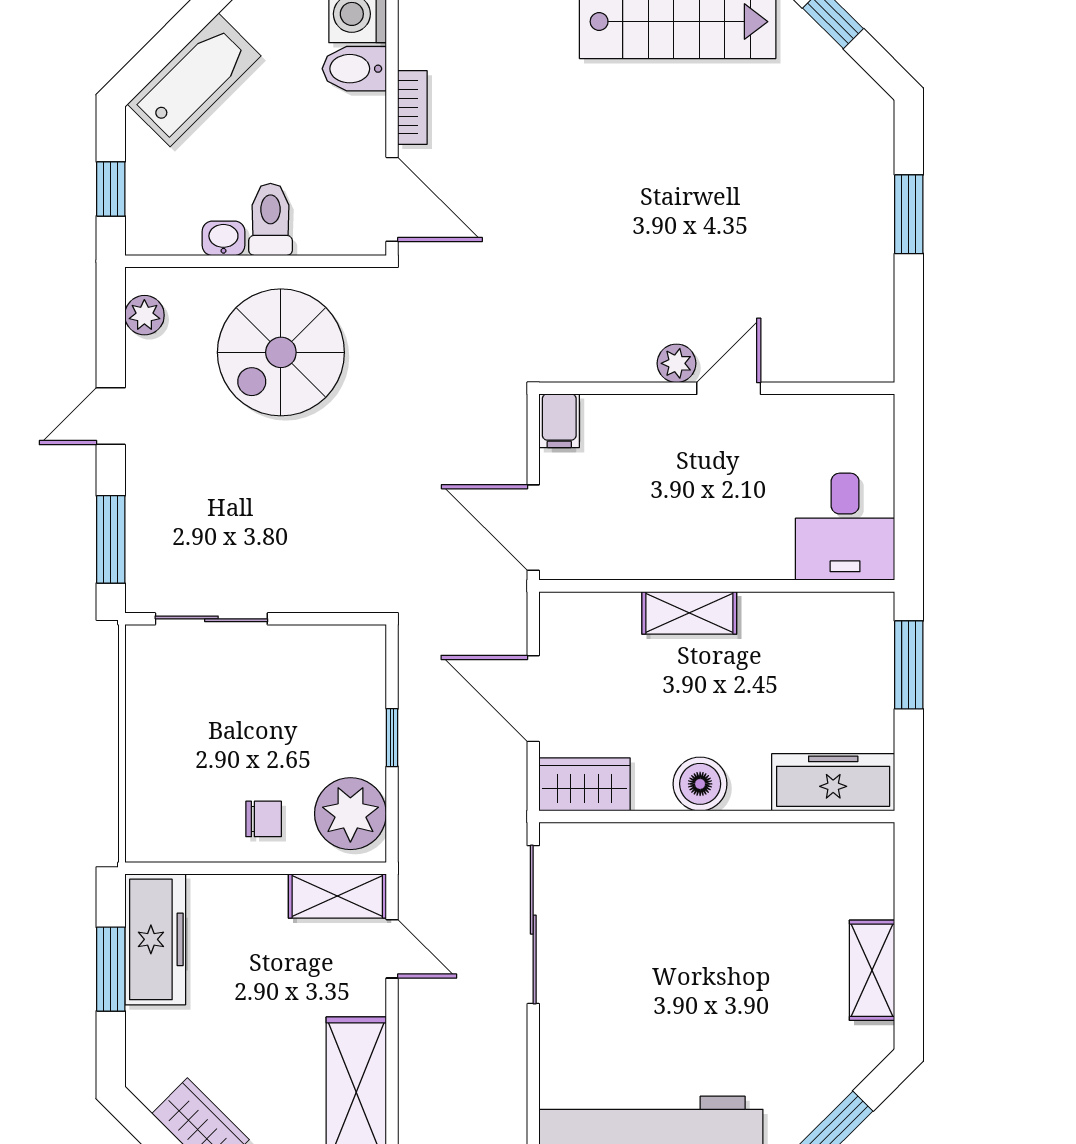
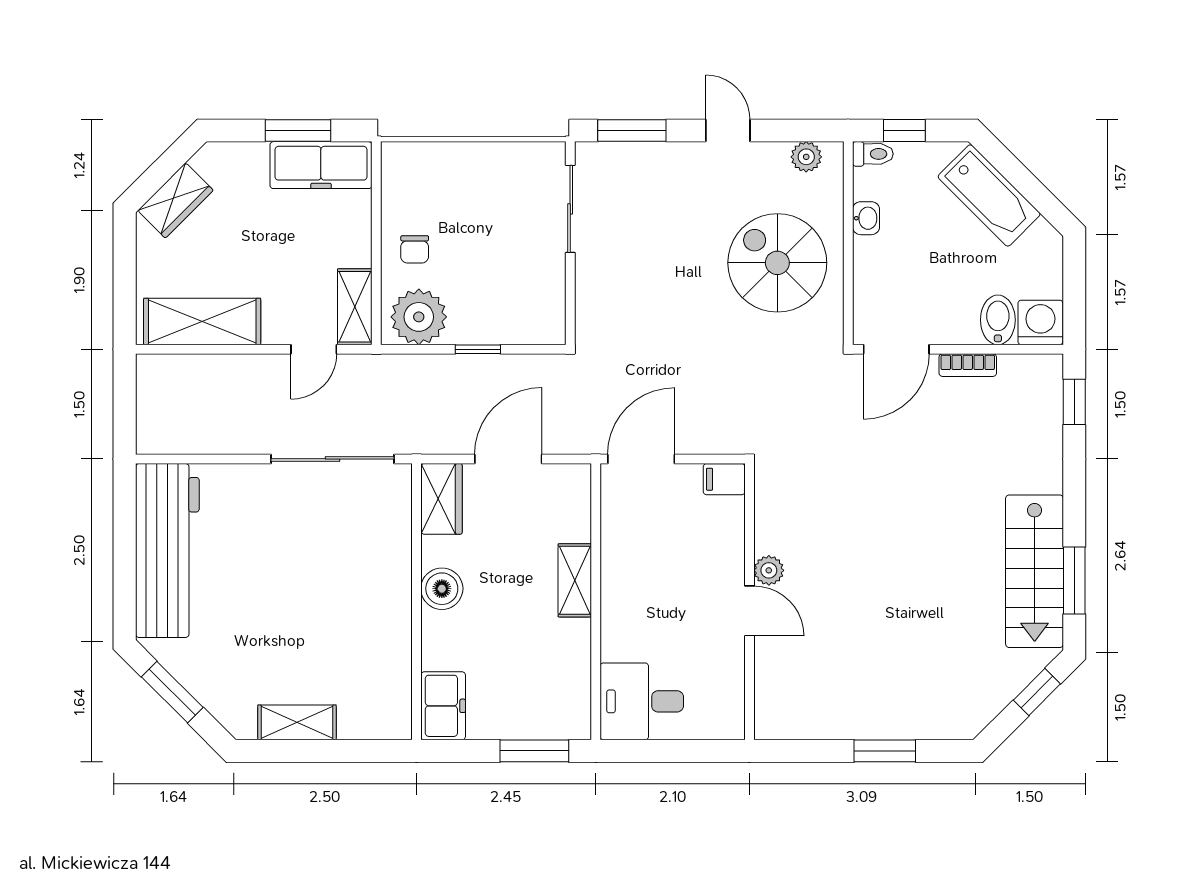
toilet: (270, 219) -> (873, 154), moved, width x0.73, depth x0.72
freezer: (833, 782) -> (443, 706), width x0.71

